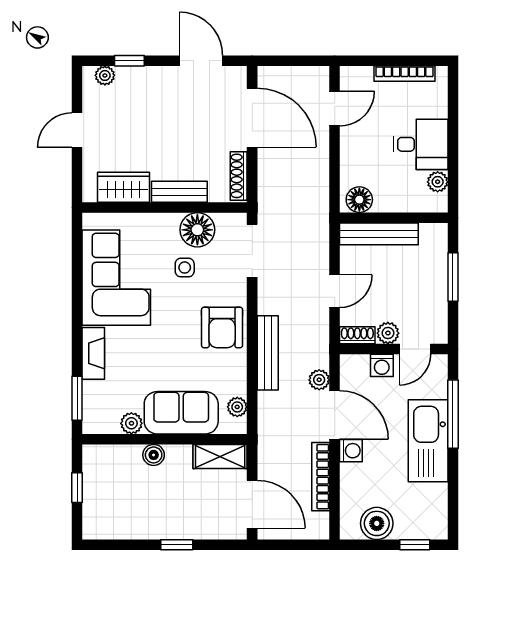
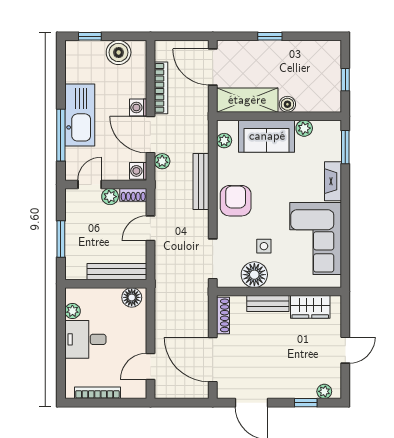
washing machine: (382, 365) -> (138, 171), moved, turned -90
shelving: (220, 456) -> (247, 100), width x1.50, depth x1.33

